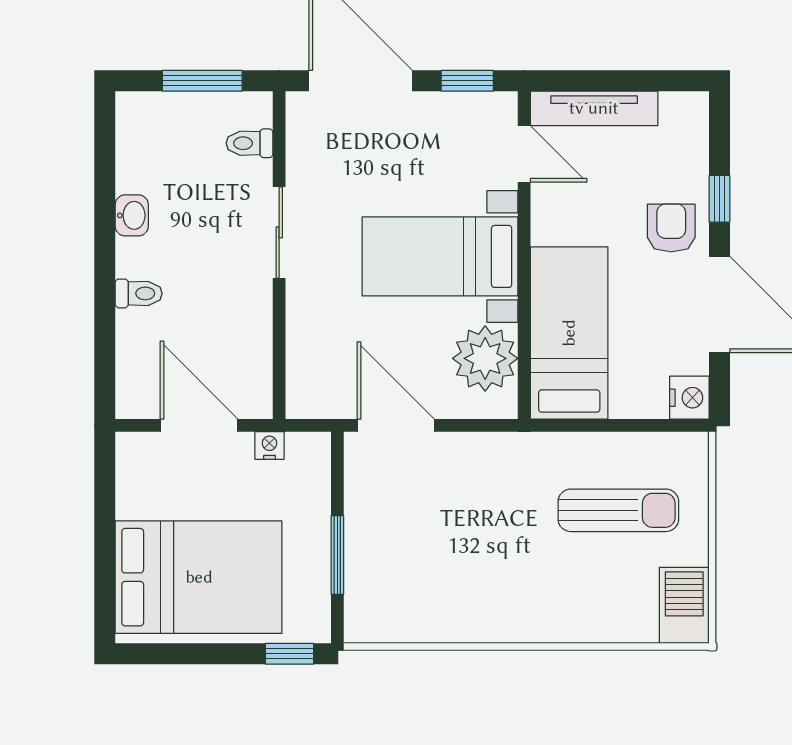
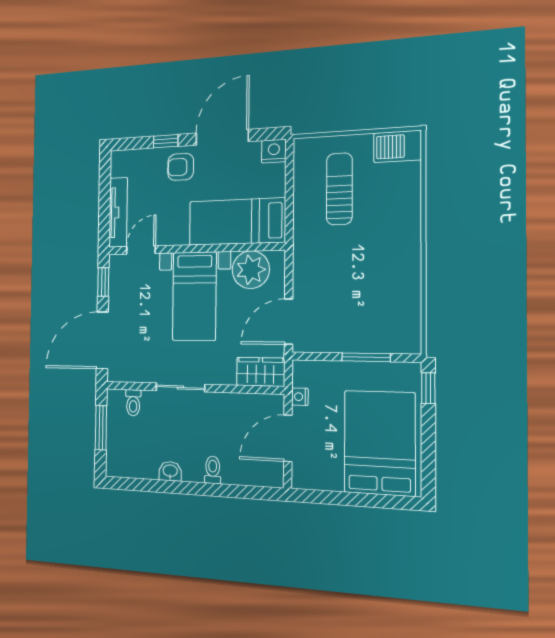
wardrobe: (310, 377) -> (261, 372), added

